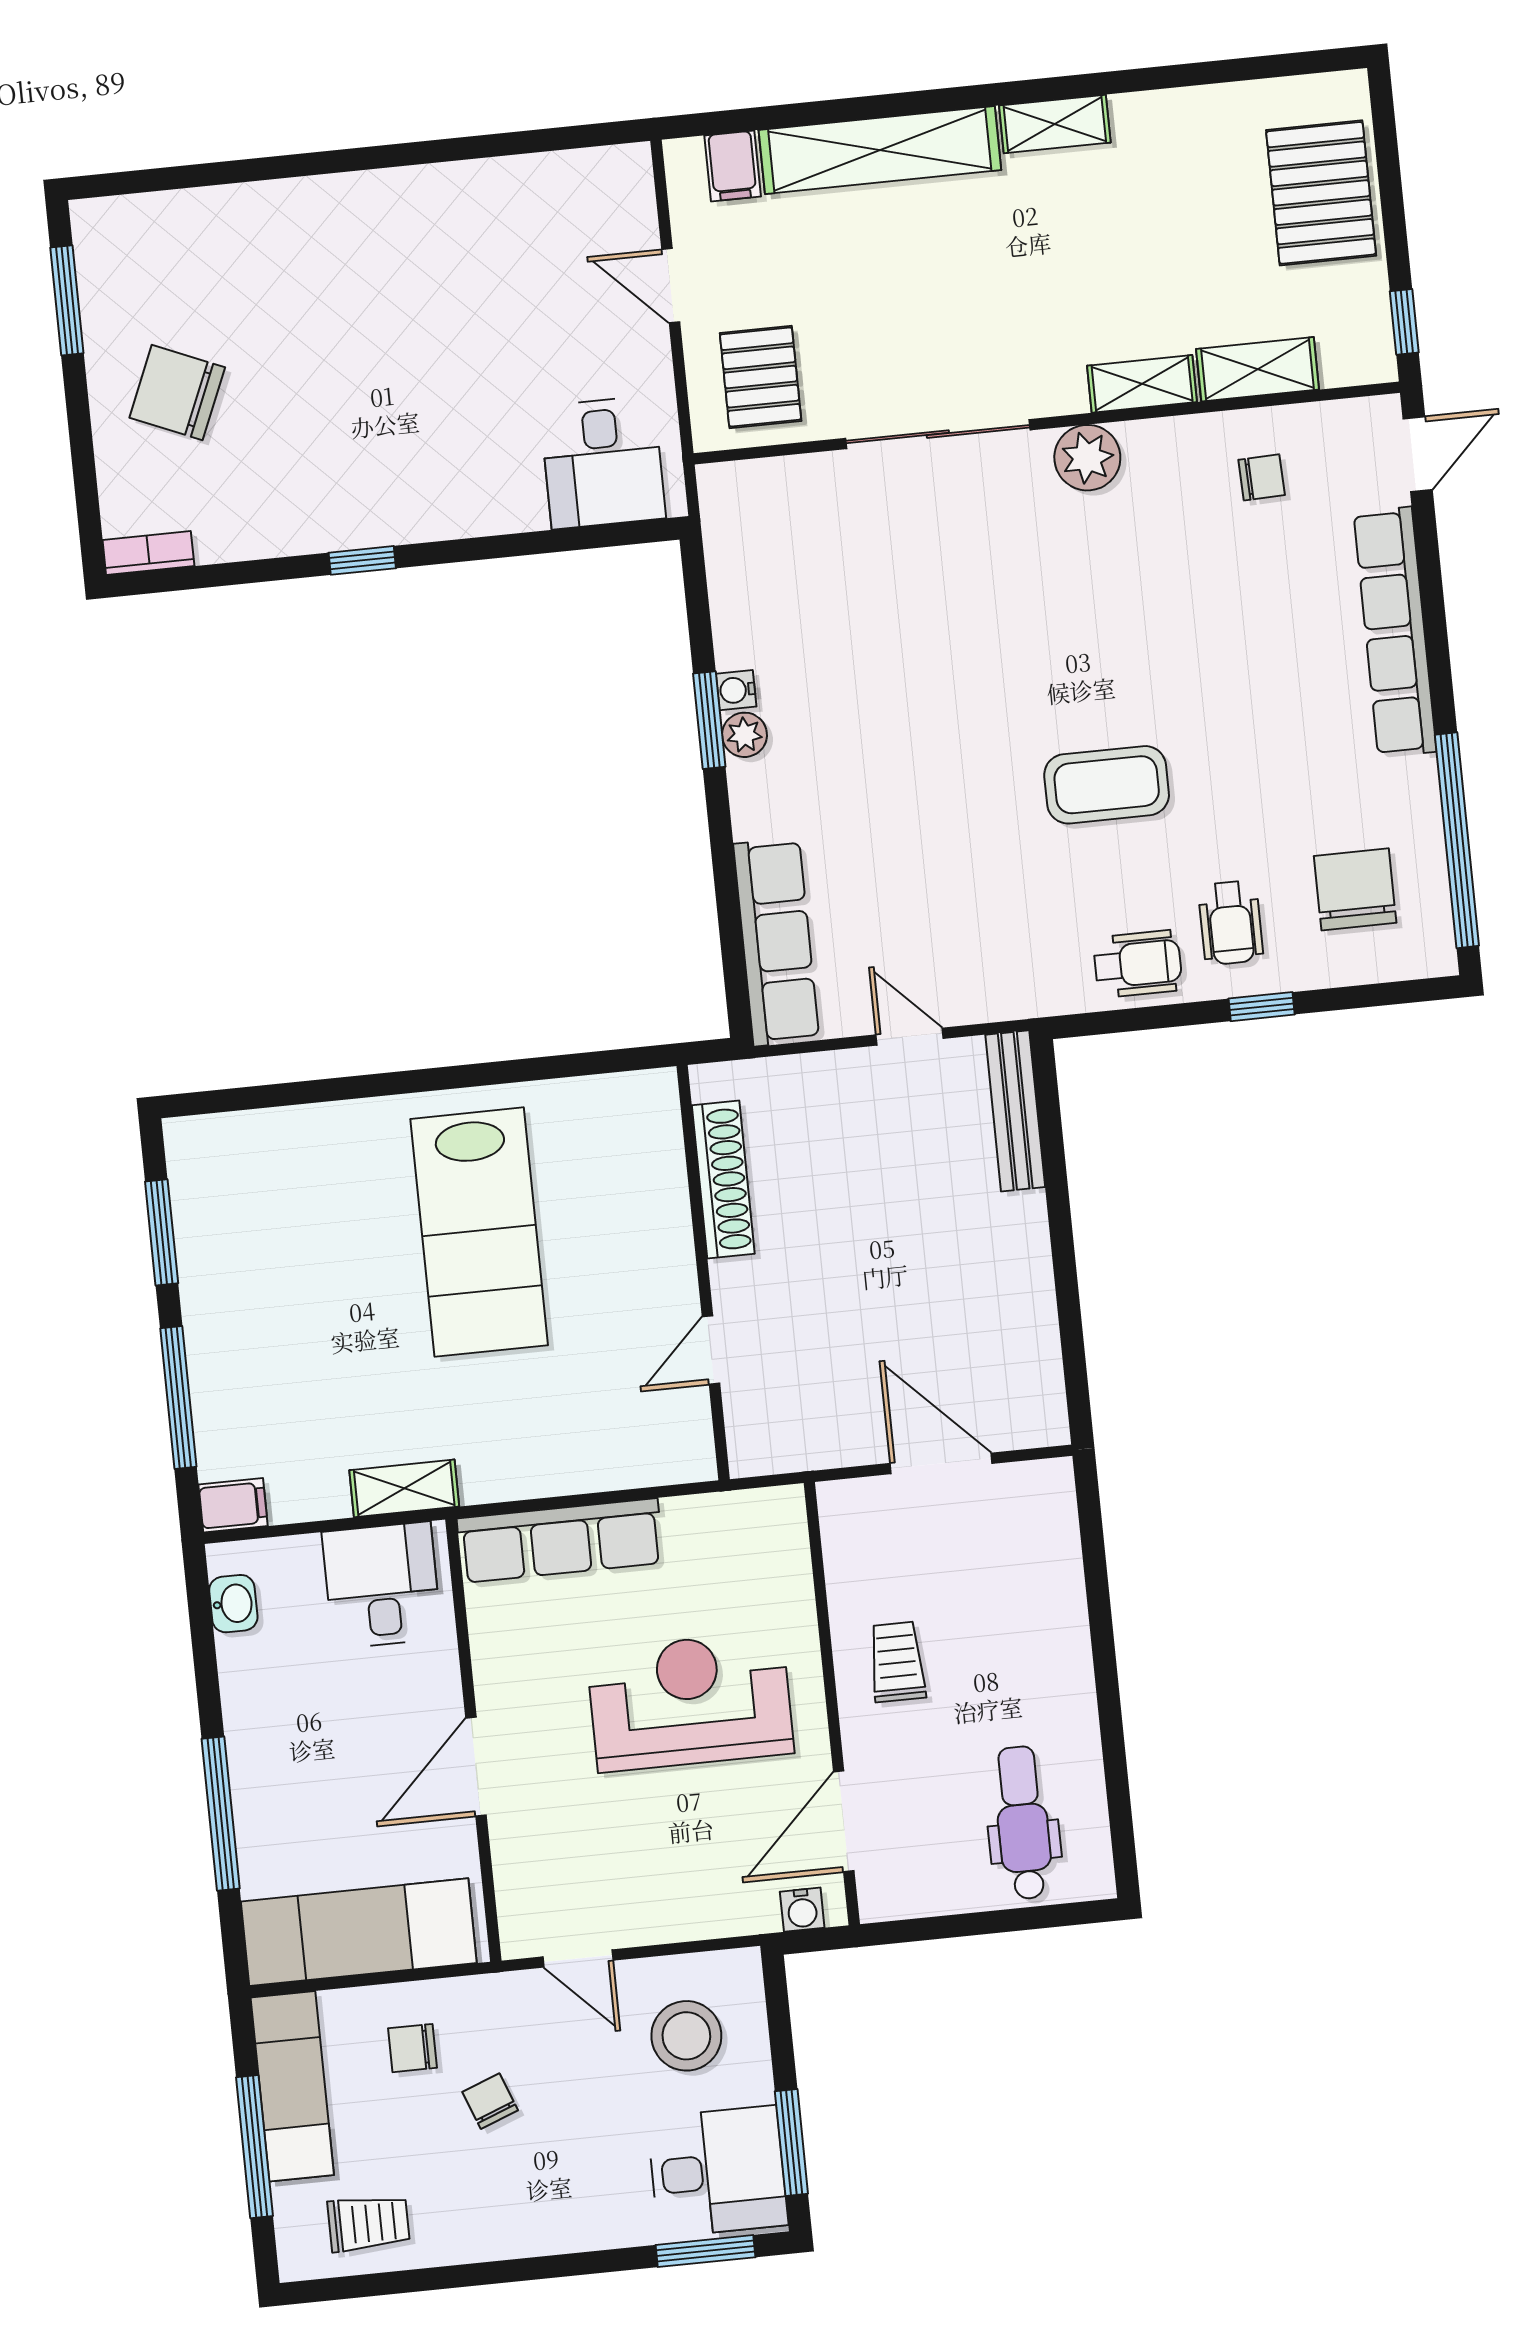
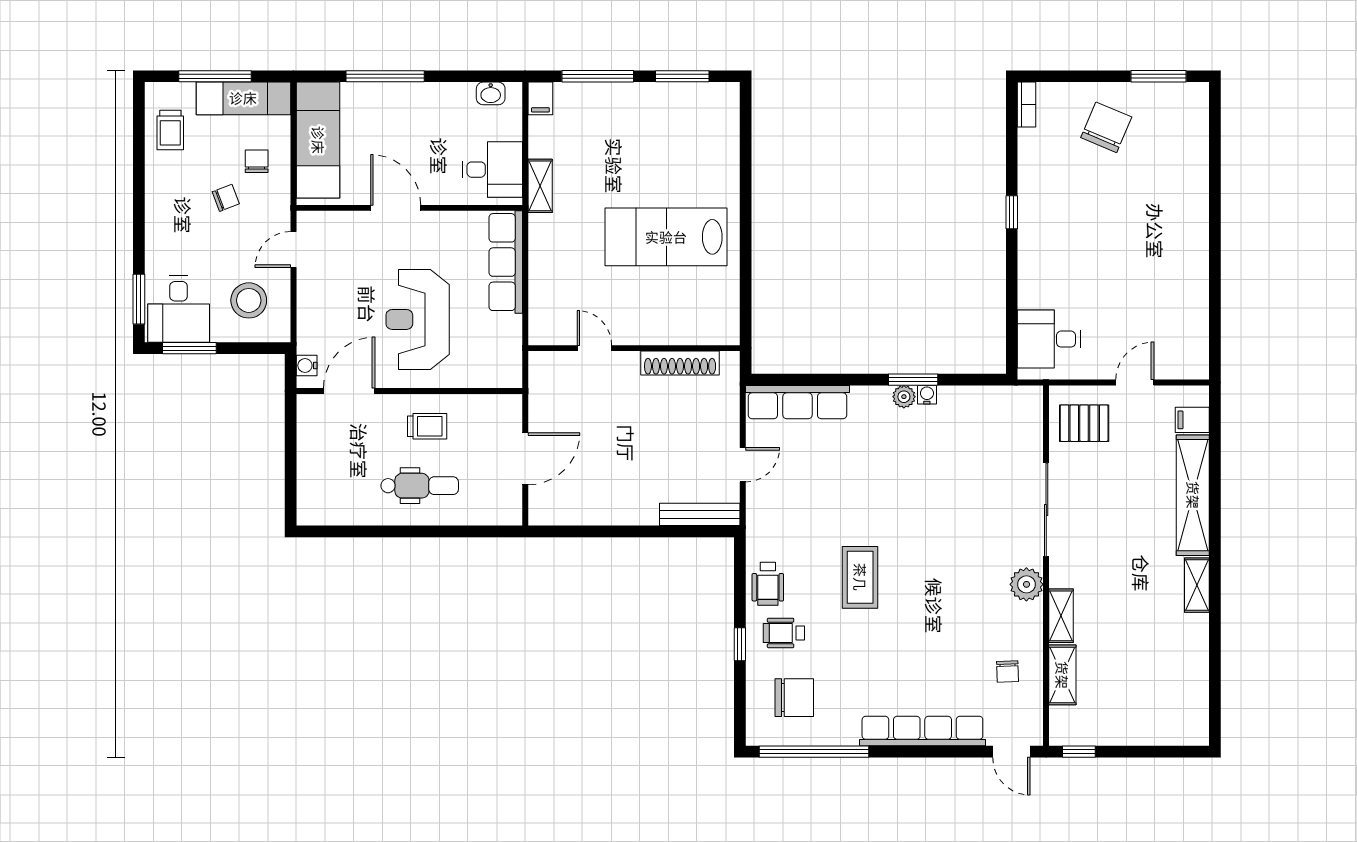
pallet: (1321, 193) -> (1148, 716), removed
reception desk: (690, 1702) -> (418, 319), turned 180
door: (844, 1821) -> (349, 391), hinge flipped
dental chair: (1023, 1823) -> (420, 486), moved

